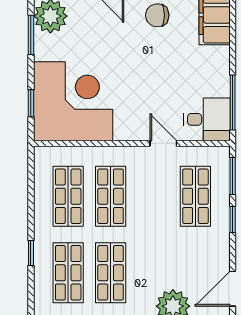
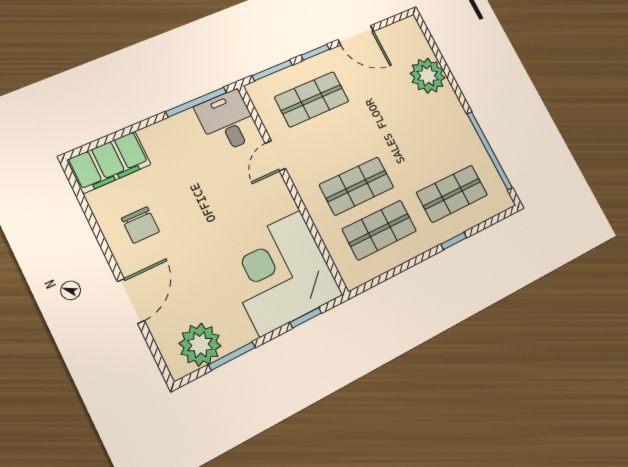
shop shelf: (111, 273) -> (430, 151), removed
door: (233, 289) -> (356, 35), moved

